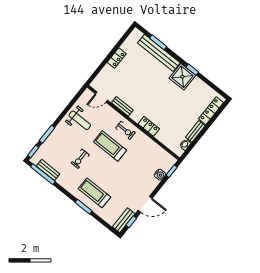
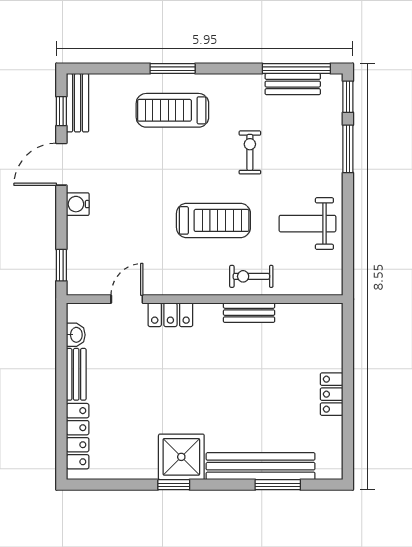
door: (101, 97) -> (127, 299), moved
exercise bike: (125, 130) -> (251, 276), moved
water cooler: (160, 175) -> (78, 204), moved
treadmill: (94, 193) -> (172, 110), turned 180

